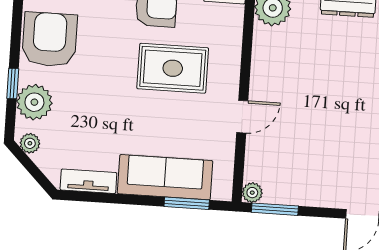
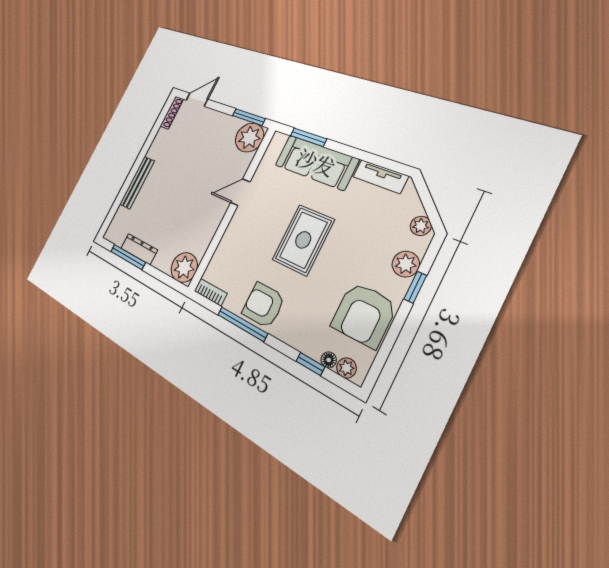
rug: (173, 68) -> (303, 240), moved, turned 90
plant: (34, 102) -> (406, 264), width x0.73, depth x0.73
plant: (252, 193) -> (249, 138), width x1.88, depth x1.88

